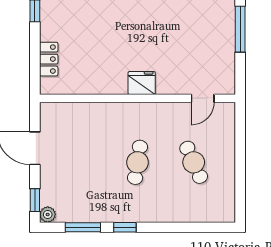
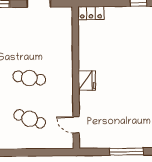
locker: (49, 59) -> (91, 13), moved
cafe table: (194, 162) -> (30, 119), turned 45

